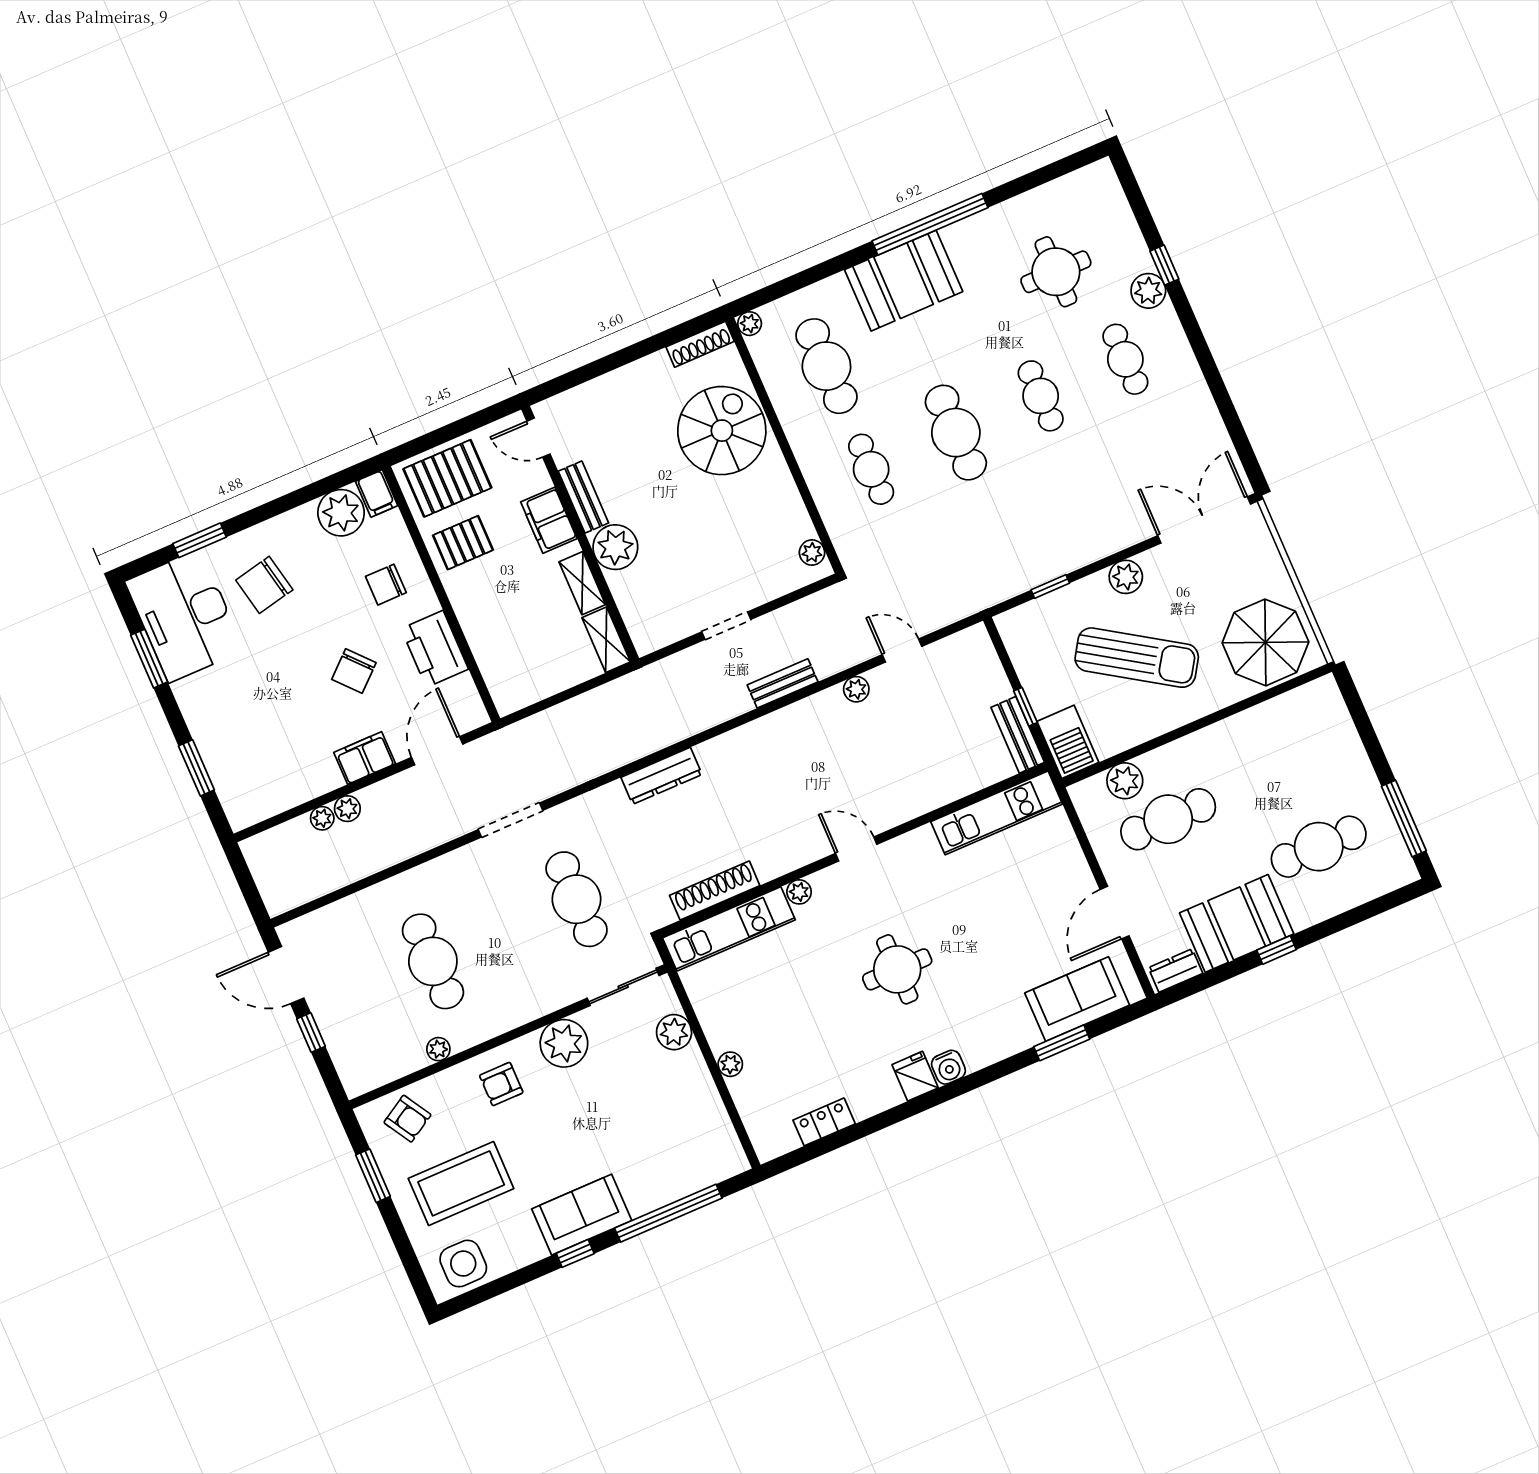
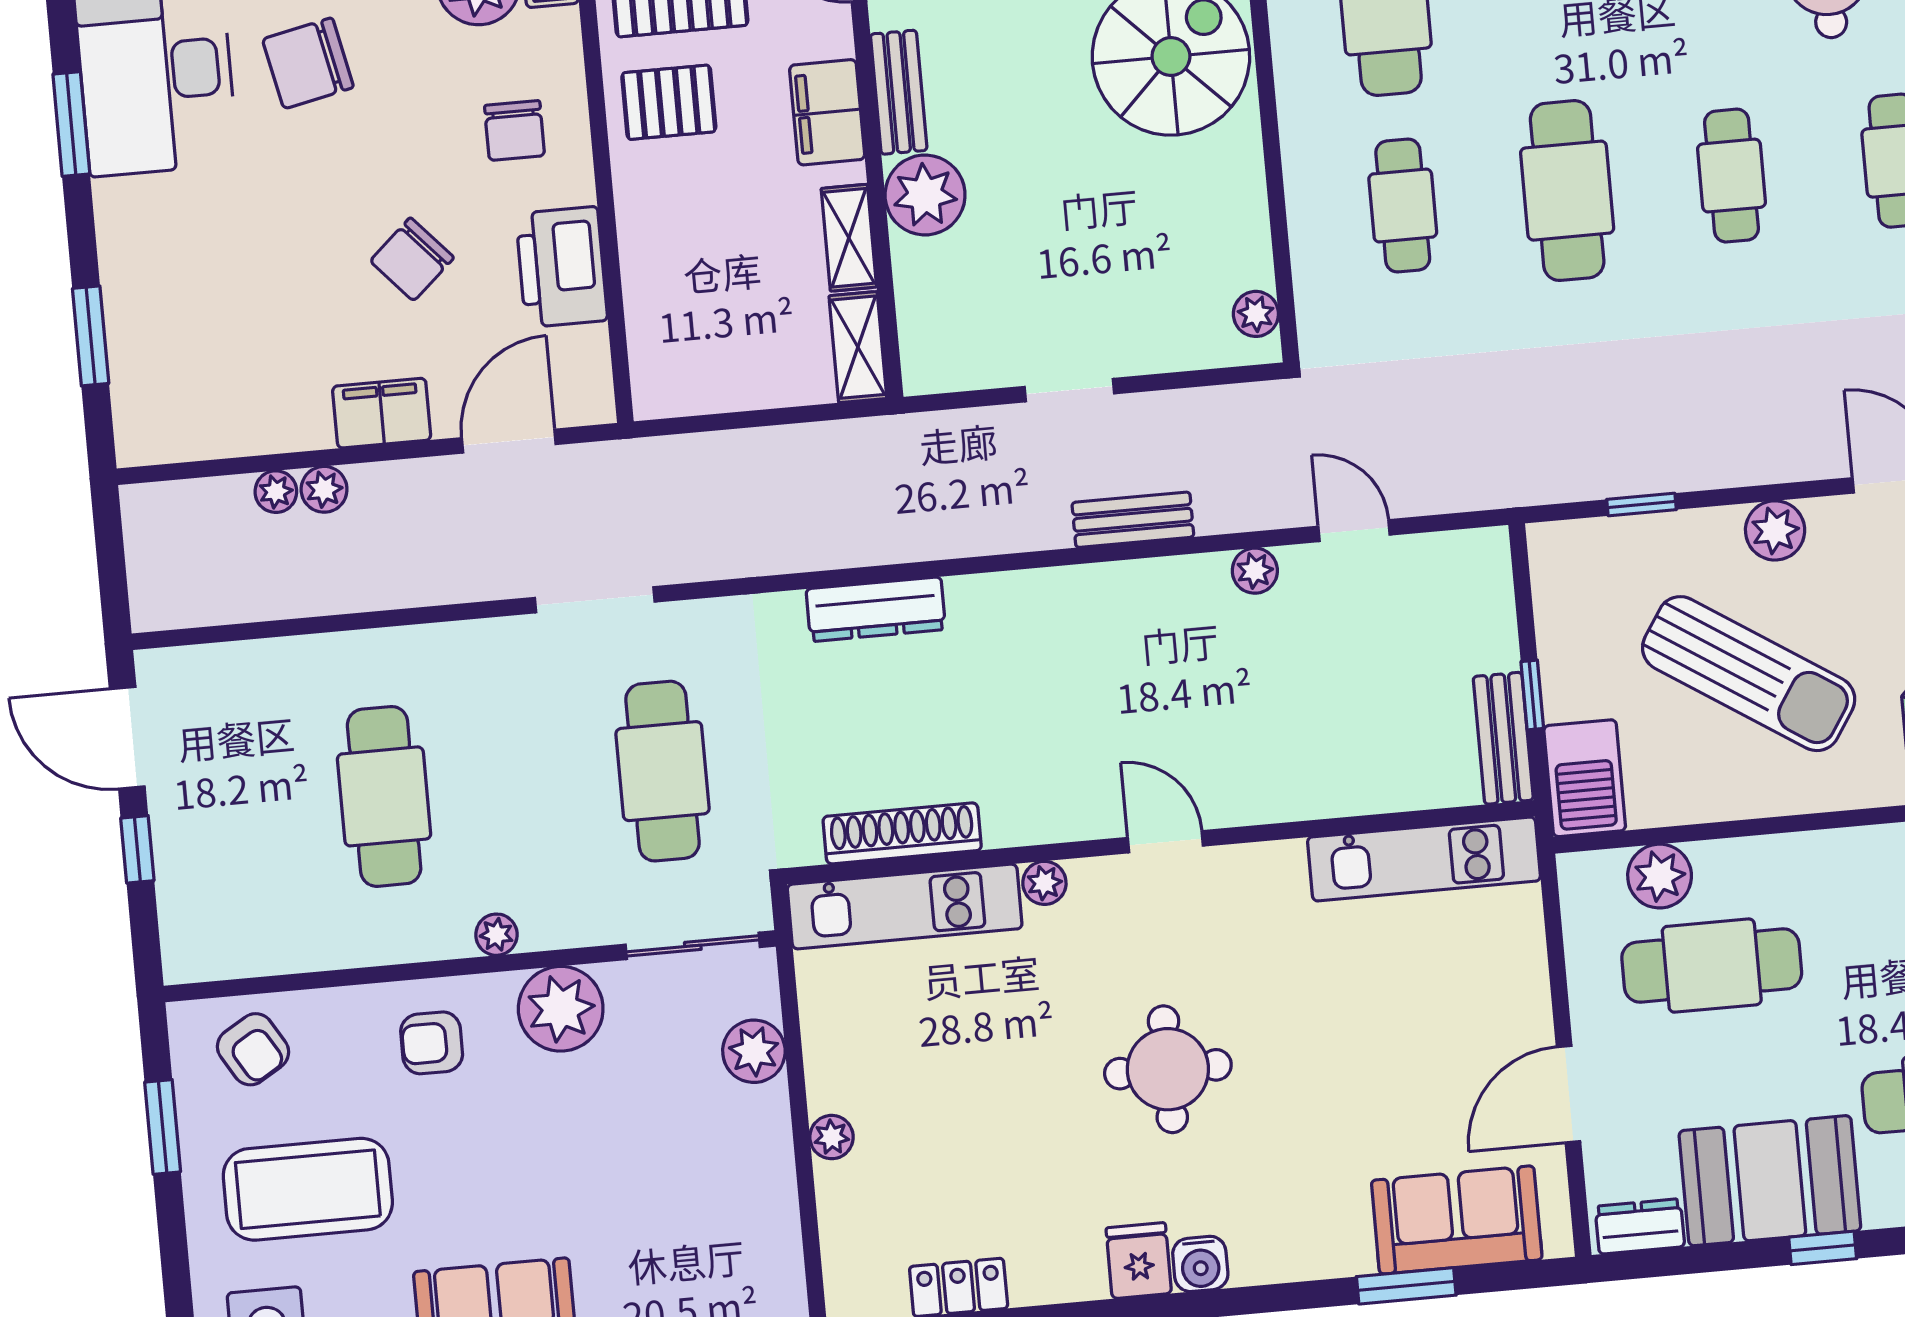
chair: (386, 585) -> (515, 130), turned -90
plant: (438, 1049) -> (496, 935), moved

